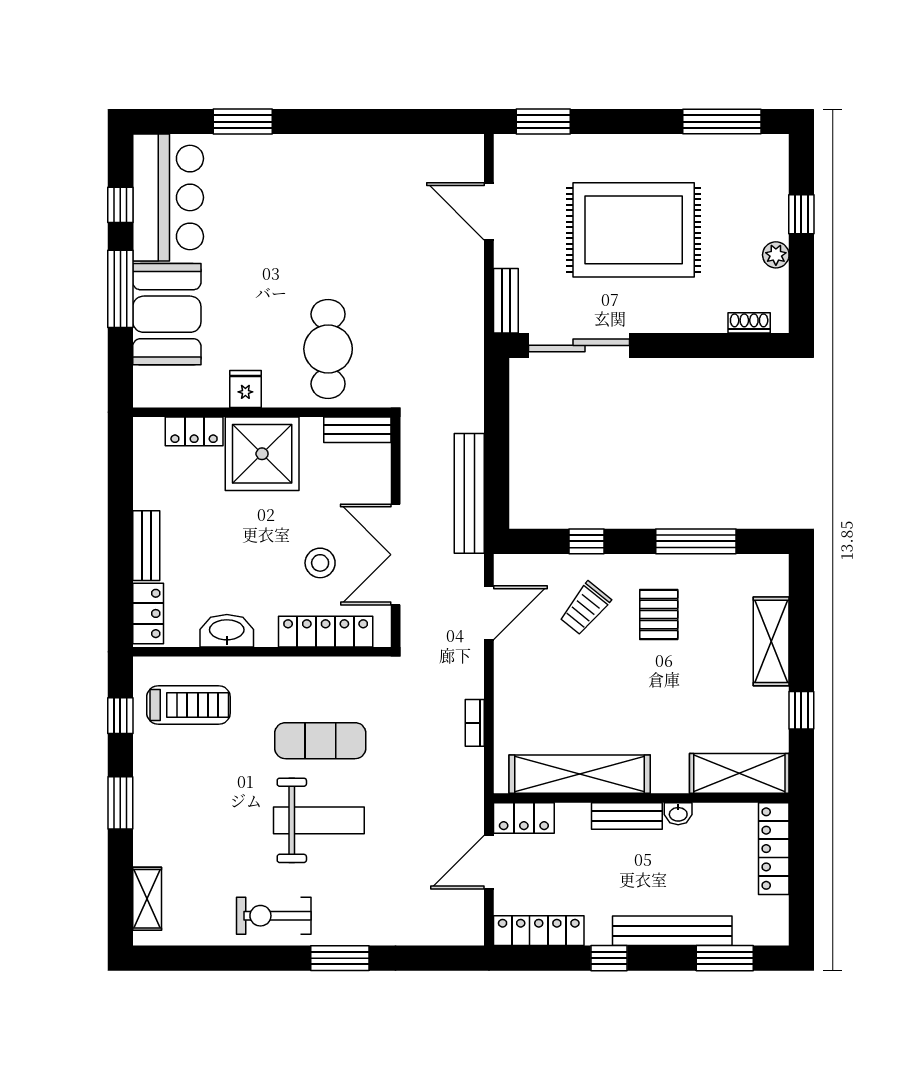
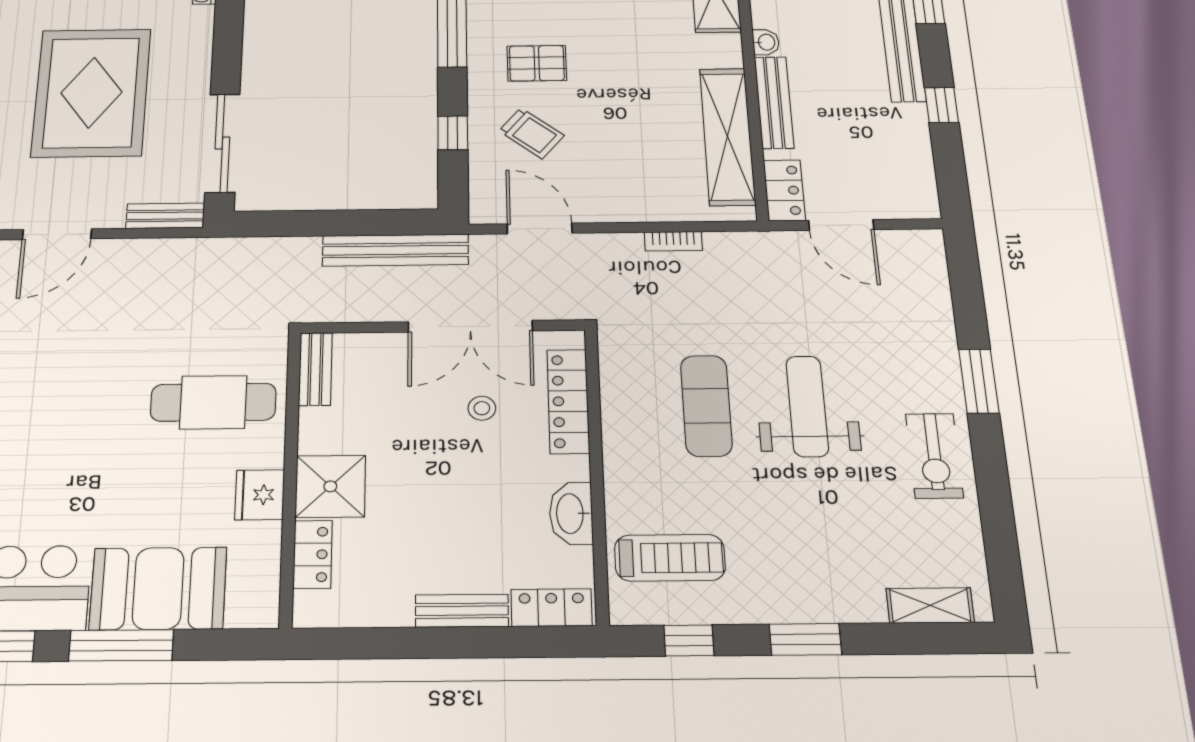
fridge: (245, 389) -> (260, 495), width x1.38
shower: (262, 454) -> (330, 486), width x0.73, depth x0.73
stool: (320, 563) -> (482, 408), width x0.73, depth x0.73
treadmill: (188, 705) -> (670, 558), turned 90
bench: (627, 816) -> (774, 102), width x1.36
locker: (539, 931) -> (918, 174), removed

